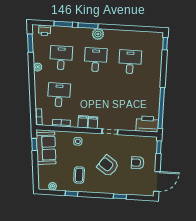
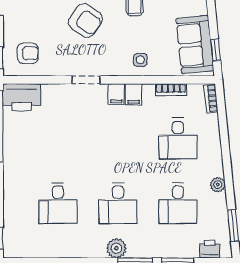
armchair: (138, 163) -> (28, 53), moved

